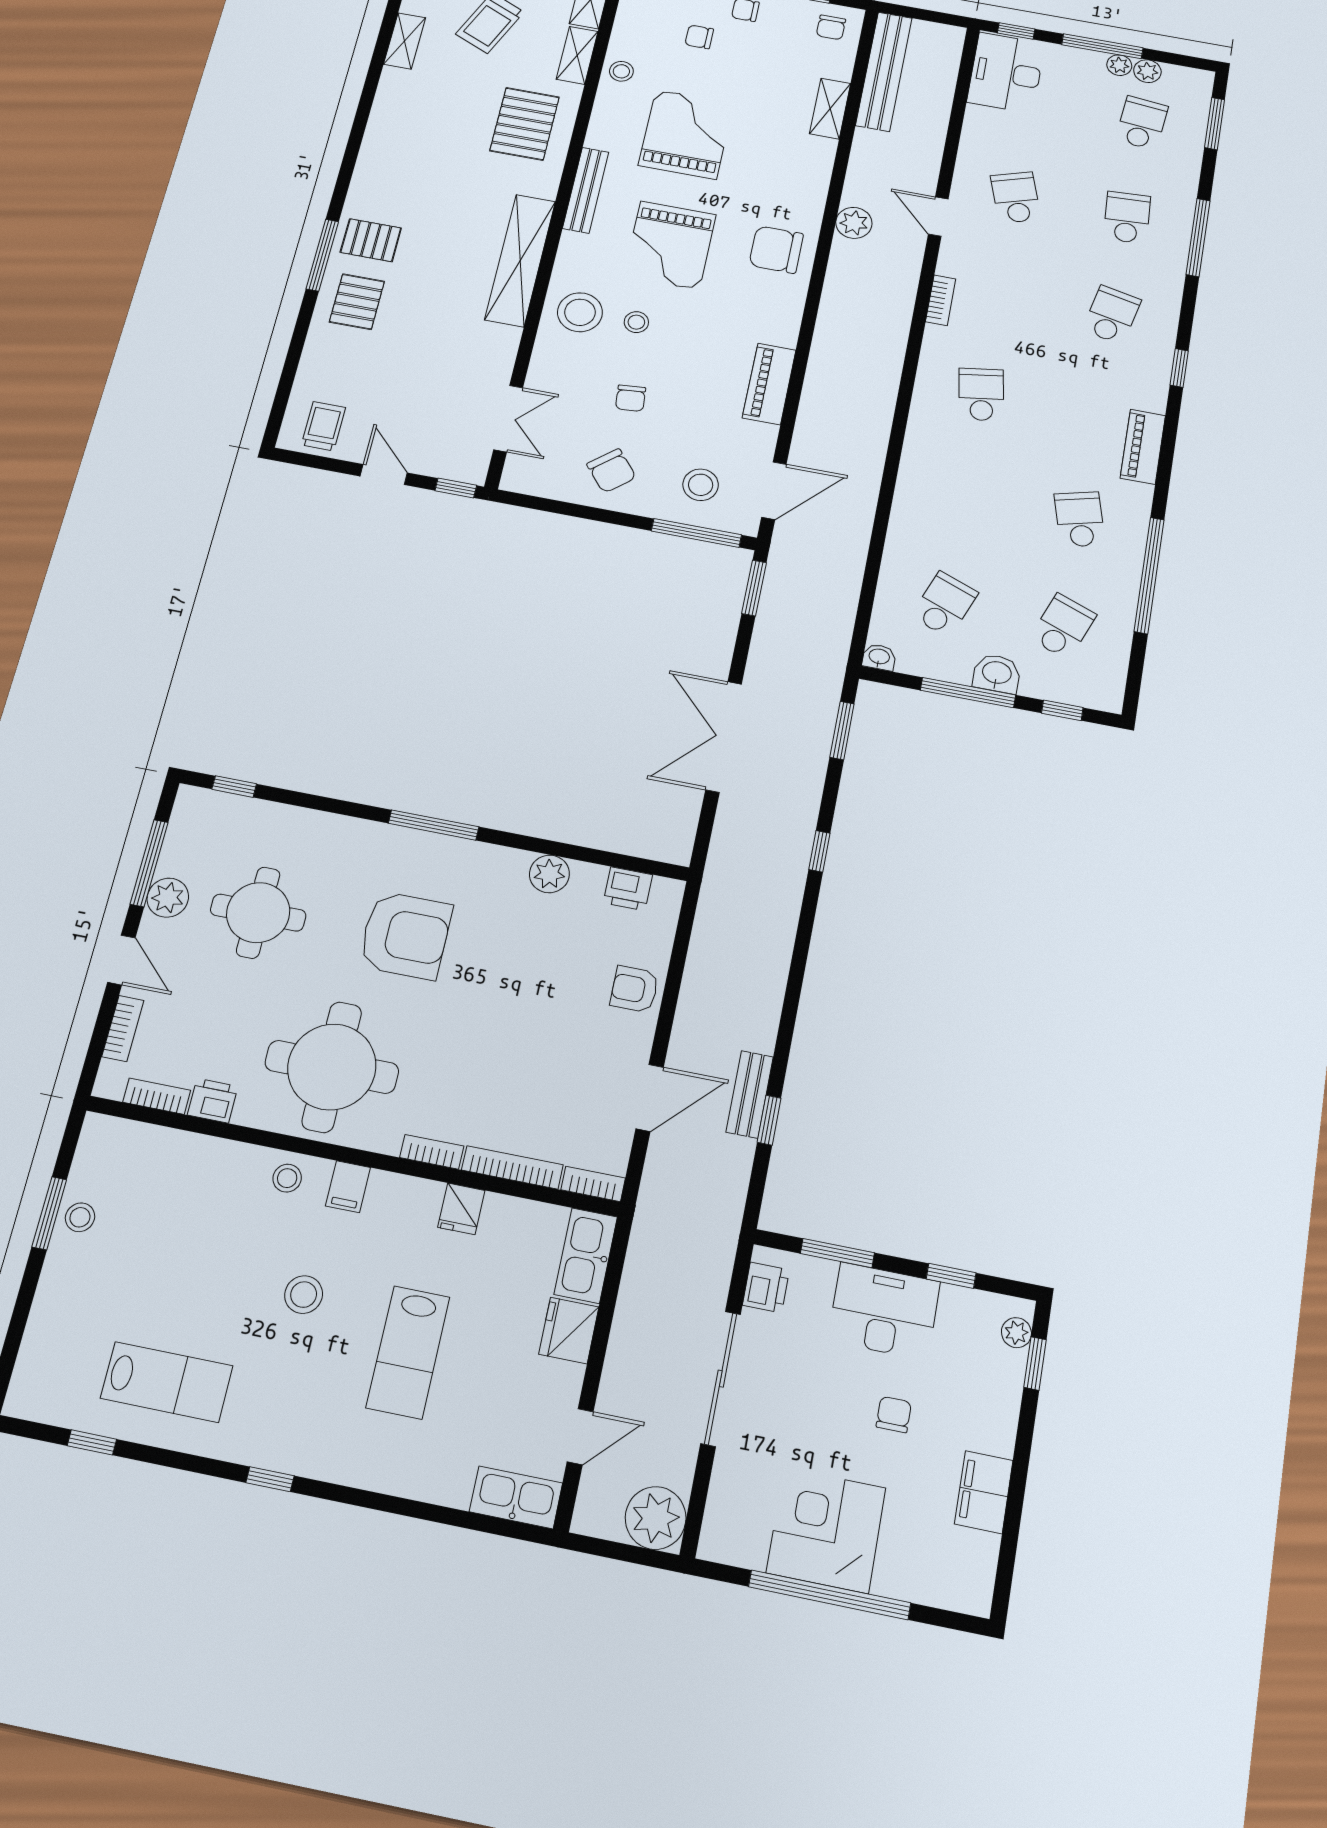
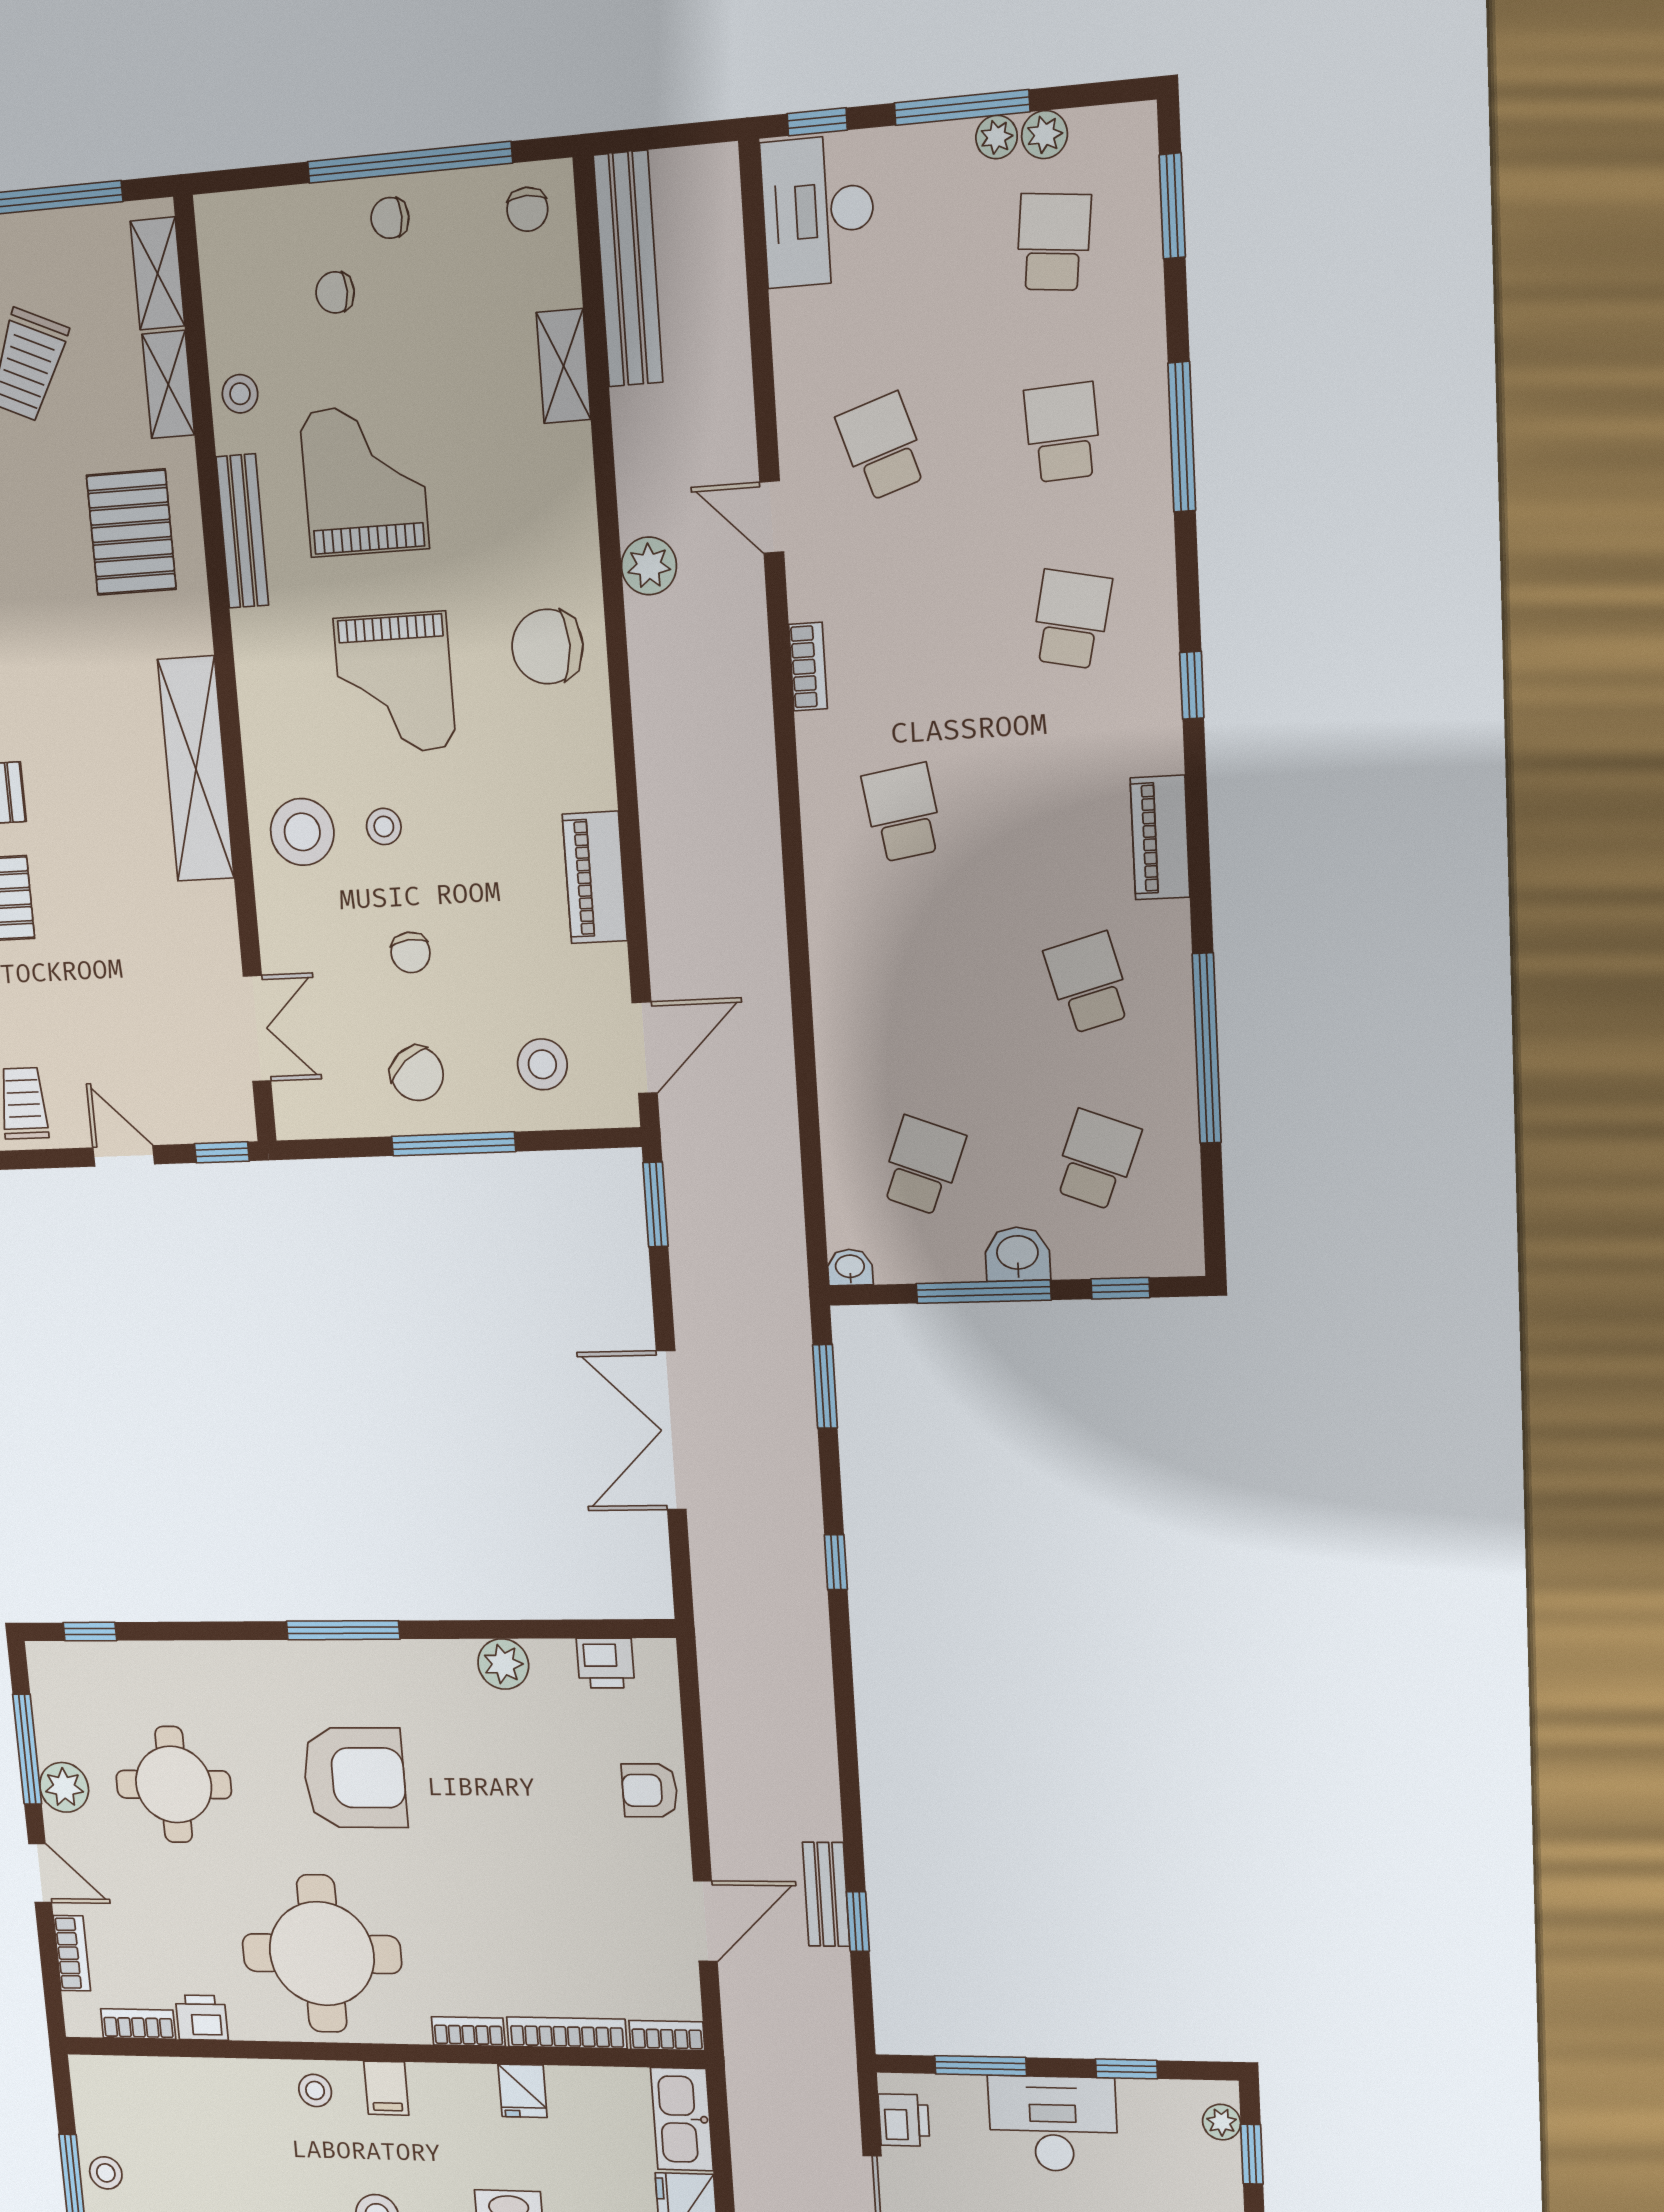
bench: (586, 190) -> (242, 531), moved
window: (696, 533) -> (454, 1144), moved

